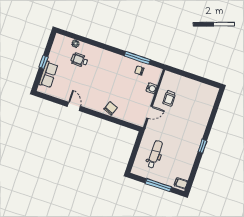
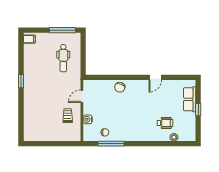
door: (74, 106) -> (155, 77), hinge flipped
window: (158, 185) -> (62, 30), moved

